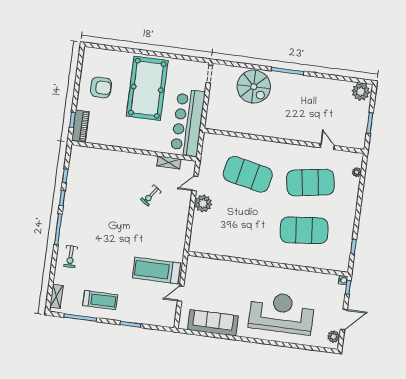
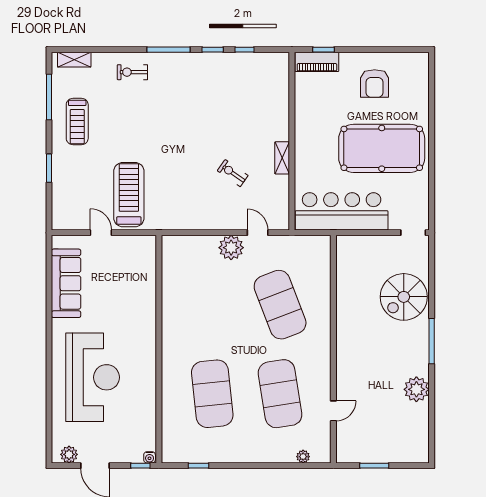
plant: (361, 92) -> (416, 389), moved
shelving: (169, 162) -> (282, 158), moved
exercise mat: (248, 174) -> (280, 305), turned -33

